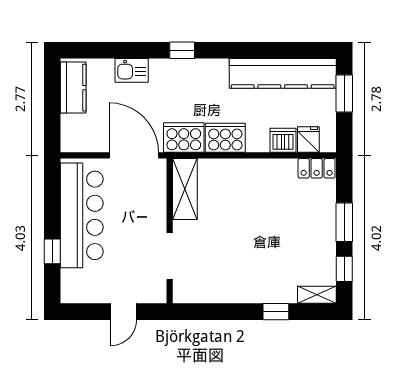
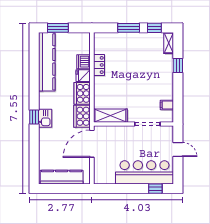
kitchen sink: (132, 70) -> (45, 118), moved
kitchen counter: (73, 88) -> (62, 177), width x1.50
fridge: (308, 139) -> (83, 76), moved
locker: (317, 168) -> (99, 65), moved
bar counter: (82, 215) -> (145, 172), moved
window: (52, 251) -> (155, 189), moved
filing cabinet: (204, 292) -> (167, 105), added

